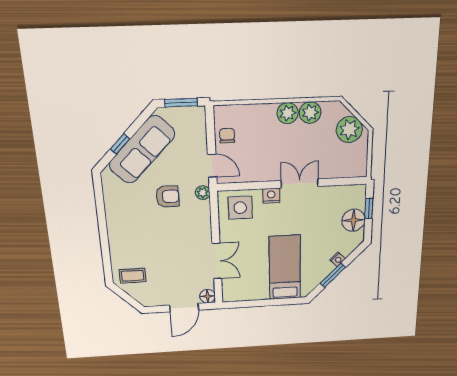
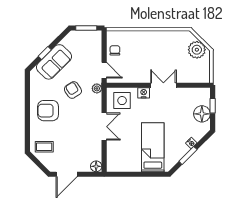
plant: (288, 113) -> (155, 37), removed
plant: (310, 113) -> (170, 38), removed
sofa: (142, 150) -> (54, 62), width x0.73
armchair: (168, 196) -> (73, 90), turned -123
armchair: (133, 227) -> (48, 111), added
double door: (217, 261) -> (104, 127), moved
door: (184, 308) -> (67, 174), moved

